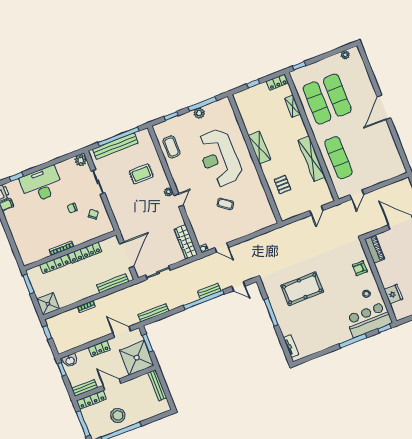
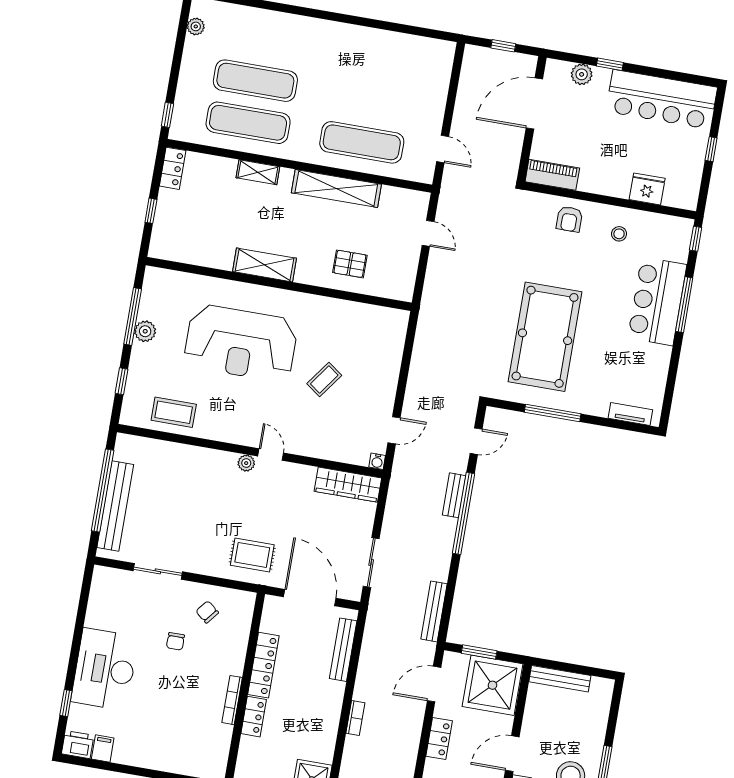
shelving: (293, 106) -> (258, 172), moved
door: (384, 107) -> (323, 15), removed
plant: (81, 160) -> (104, 578), removed
rug: (141, 174) -> (252, 555), moved, turned 90
locker: (55, 264) -> (254, 717), width x0.66
pool table: (302, 289) -> (545, 337), width x1.36, depth x1.32
bar counter: (369, 320) -> (657, 301), moved

